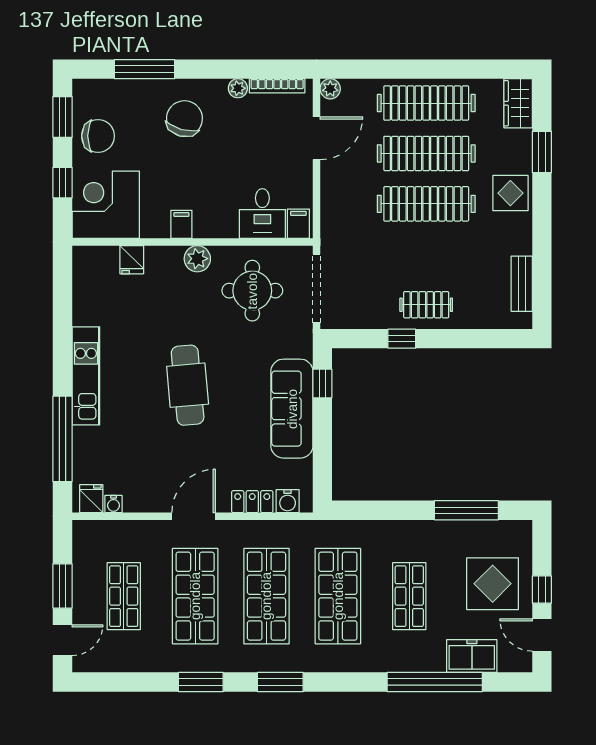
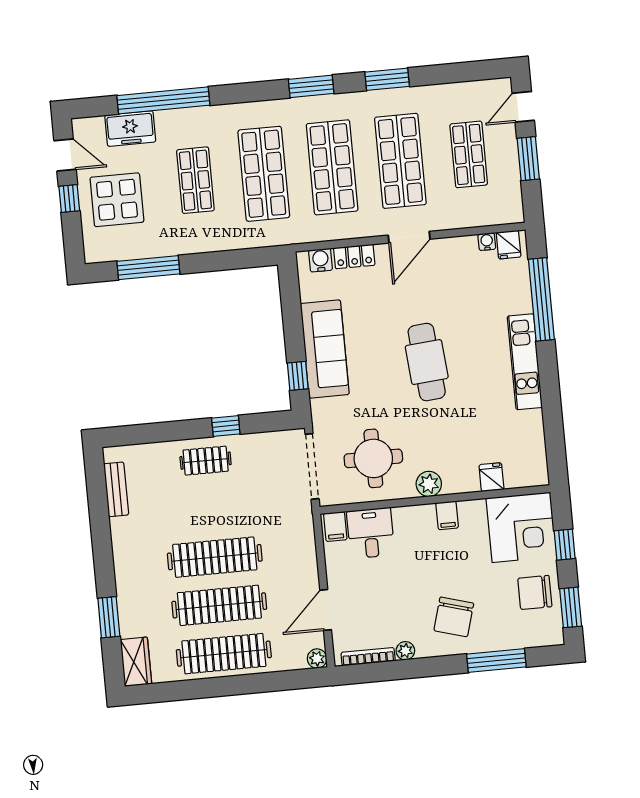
display table: (510, 193) -> (135, 575), removed

